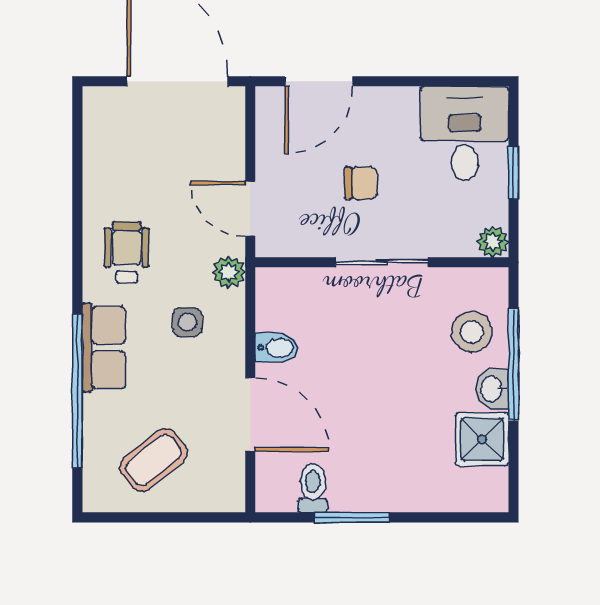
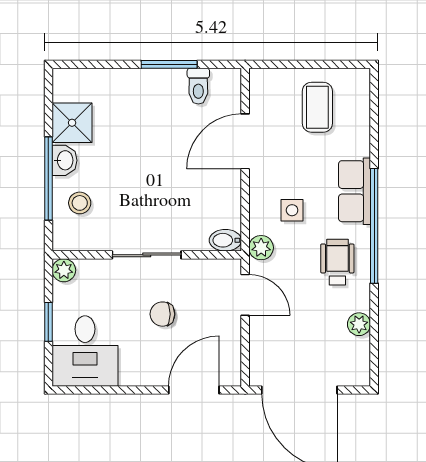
plant: (98, 169) -> (359, 324), added
wheelchair: (127, 253) -> (337, 262), turned 180
stool: (472, 332) -> (80, 203), width x0.73, depth x0.73
bidet: (277, 348) -> (225, 240), moved
window: (77, 391) -> (374, 226), moved
door: (250, 414) -> (245, 141), hinge flipped
coffee table: (153, 460) -> (317, 107), turned -51

